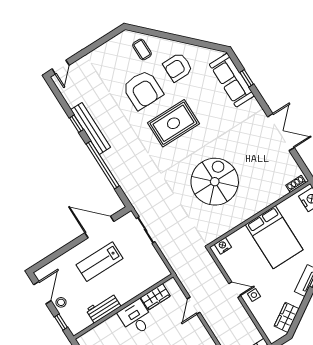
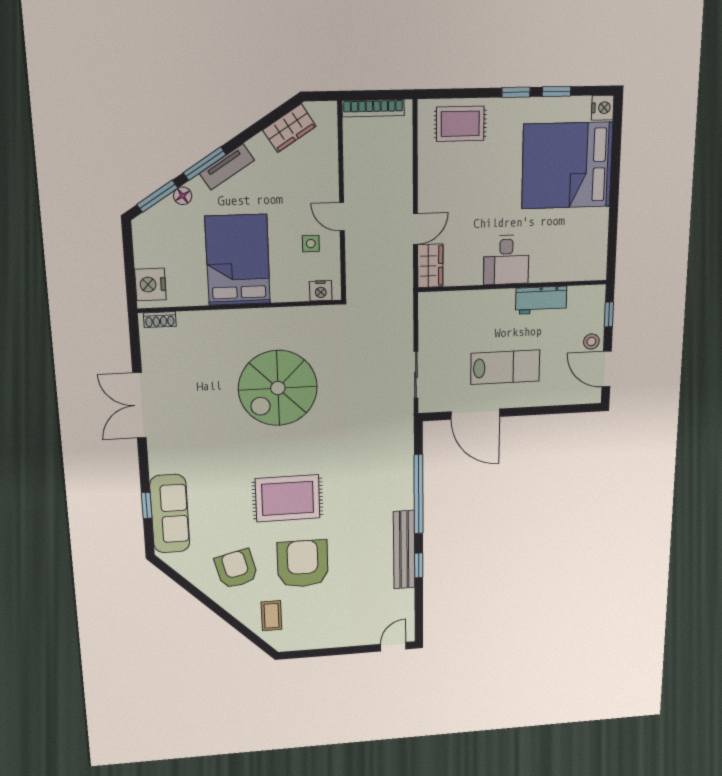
armchair: (178, 67) -> (236, 569), turned -104
door: (42, 293) -> (607, 369), hinge flipped
side table: (254, 295) -> (311, 244), moved
wardrobe: (155, 297) -> (430, 266), moved, turned 90

